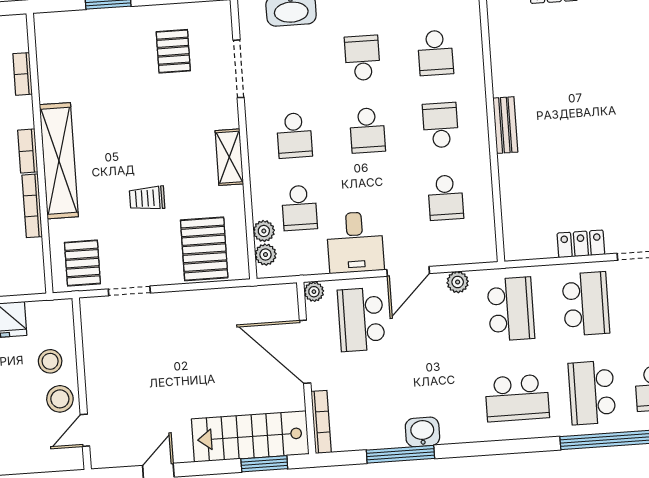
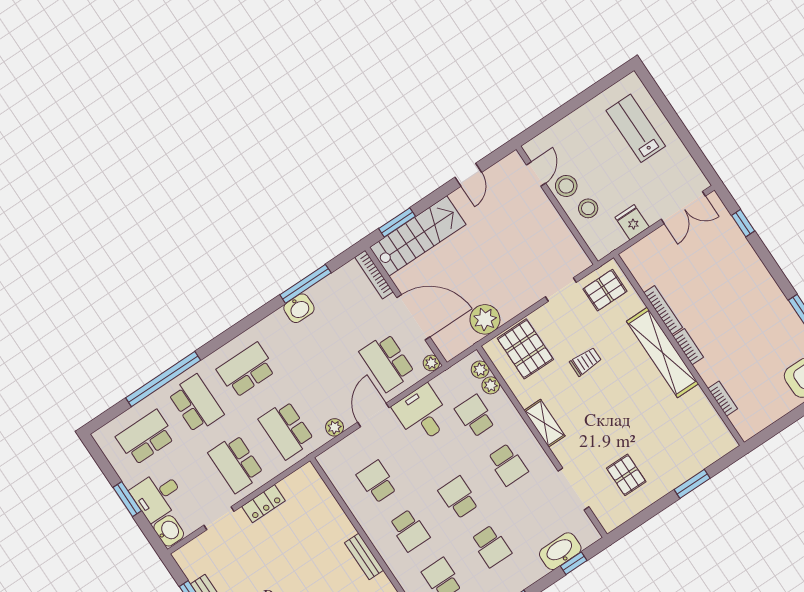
school desk: (294, 135) -> (508, 465), turned 180
pallet: (82, 263) -> (605, 290), turned 90
plant: (229, 306) -> (485, 319), added
school desk: (361, 319) -> (387, 362), turned 180

